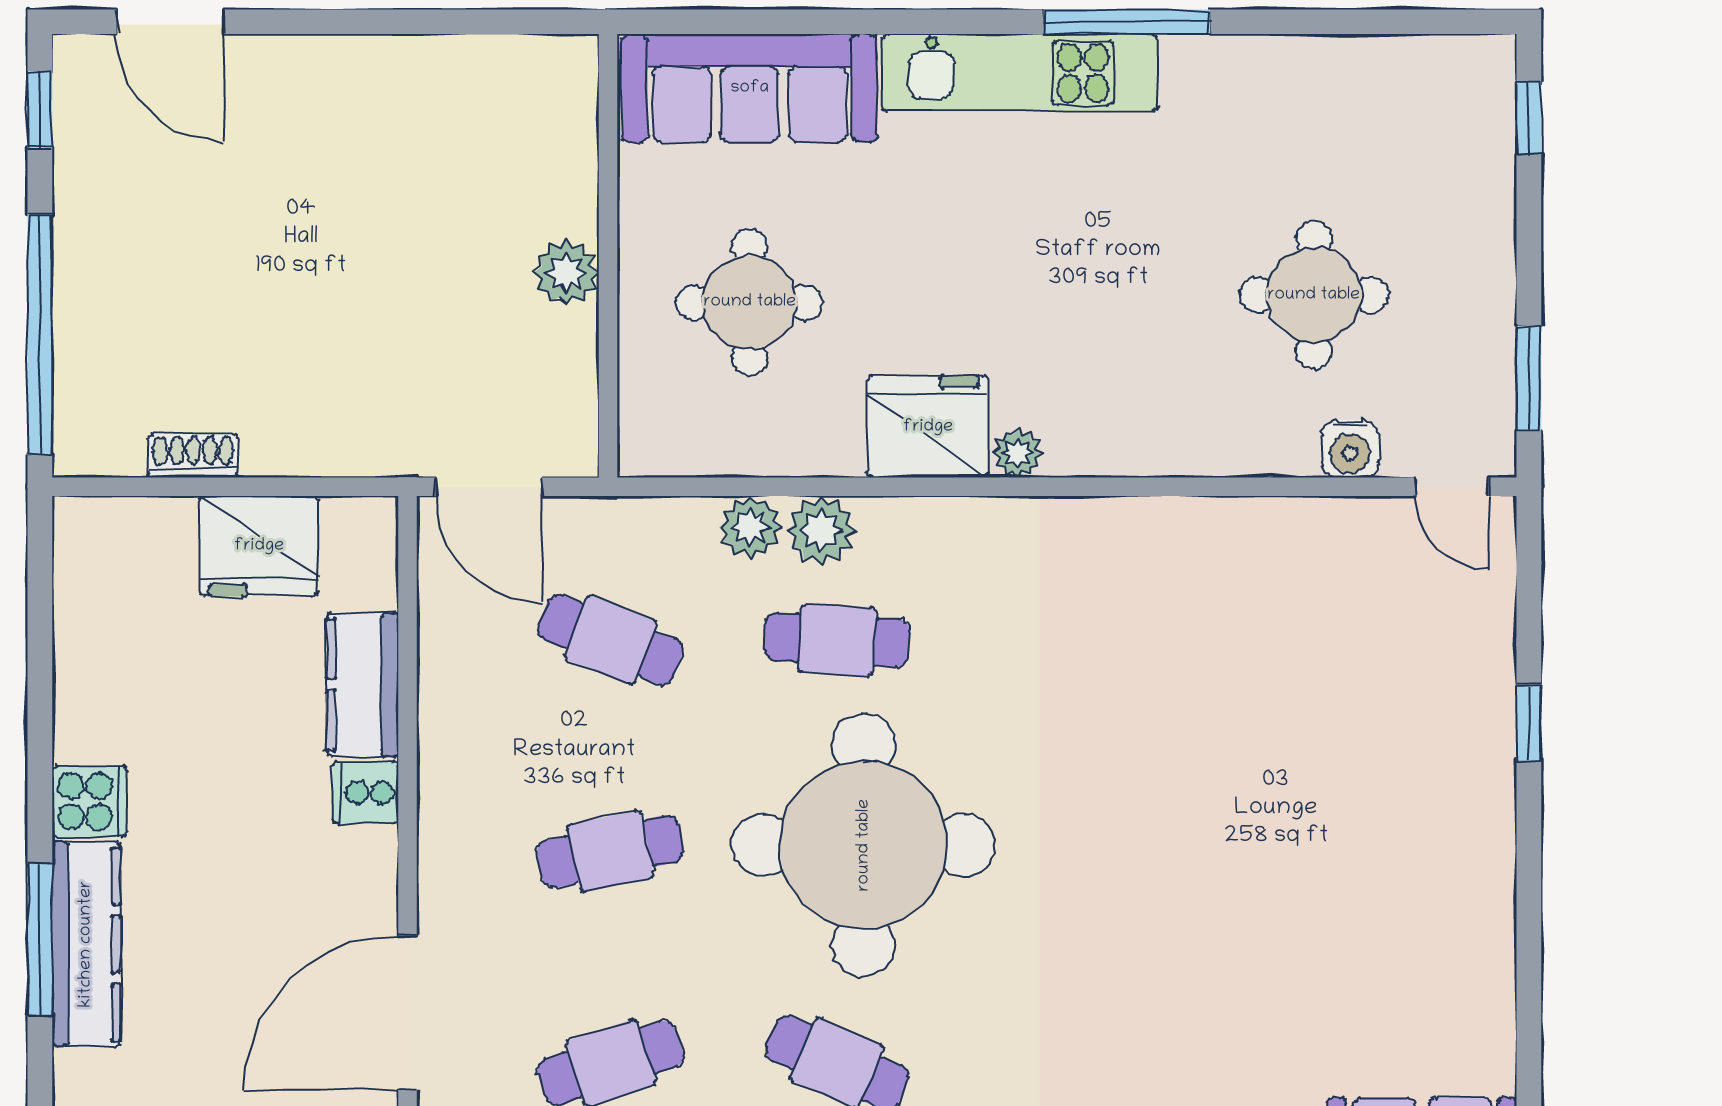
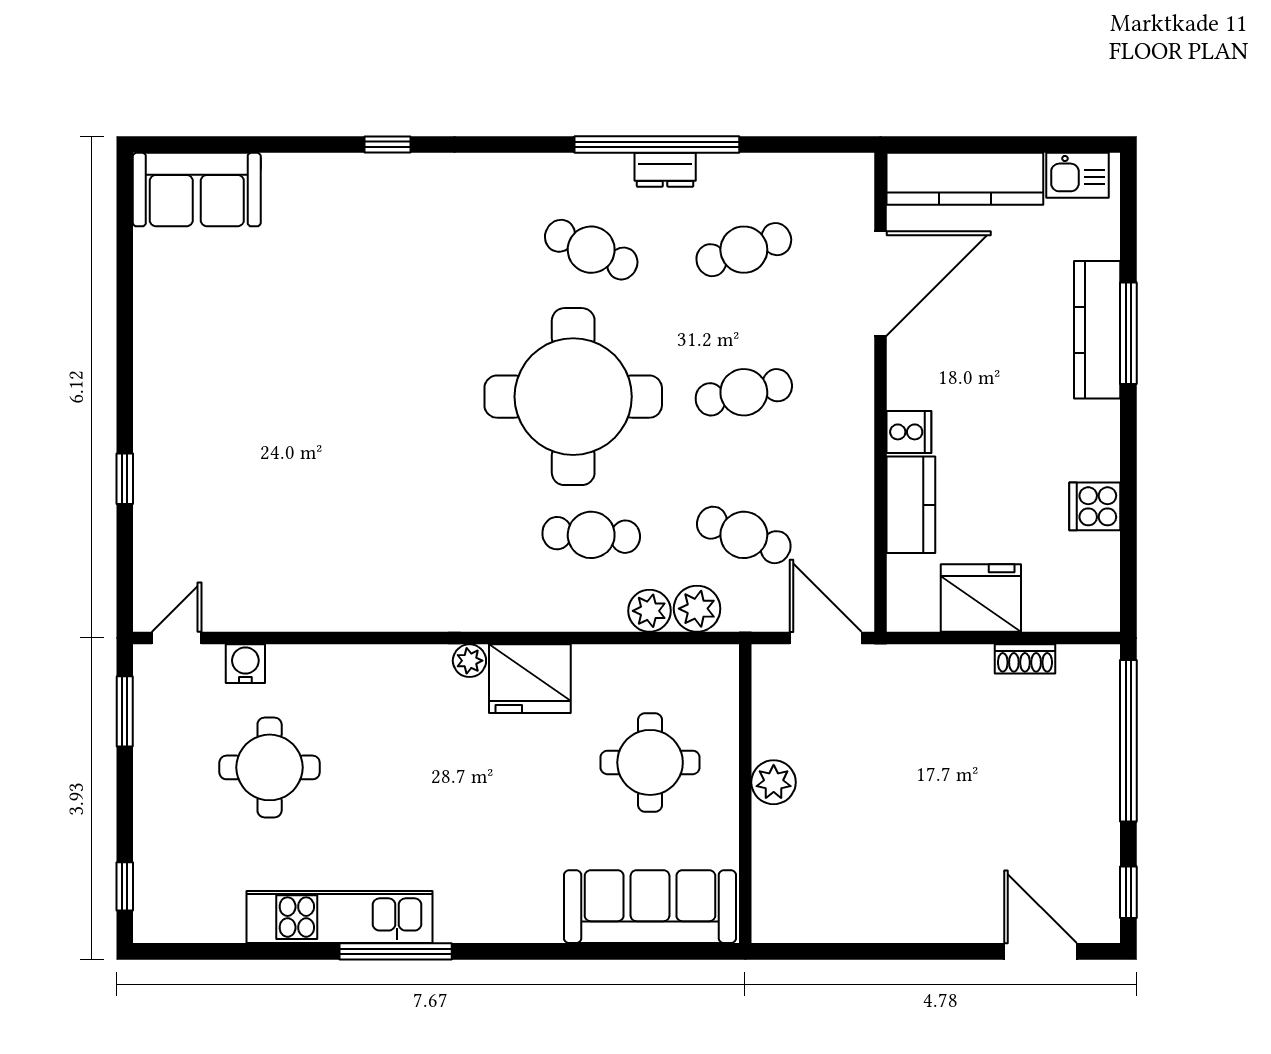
kitchen unit: (1020, 73) -> (340, 917), moved
door: (1452, 487) -> (177, 638), hinge flipped
plant: (821, 530) -> (697, 609), moved
cooker: (90, 801) -> (1095, 506), moved

